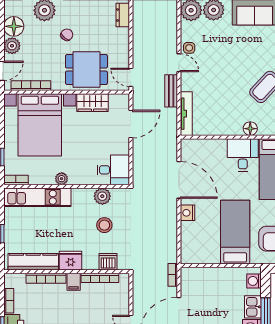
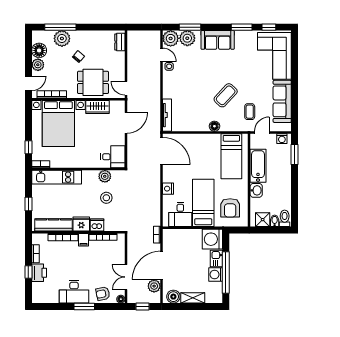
door: (179, 63) -> (161, 55), moved
bench: (171, 91) -> (156, 98), removed
desk: (243, 155) -> (180, 214), moved, turned 180
plant: (62, 179) -> (75, 163), removed
door: (179, 180) -> (161, 151), moved
dishwasher: (108, 262) -> (97, 225), moved
washing machine: (254, 281) -> (212, 239), width x1.89, depth x1.89

